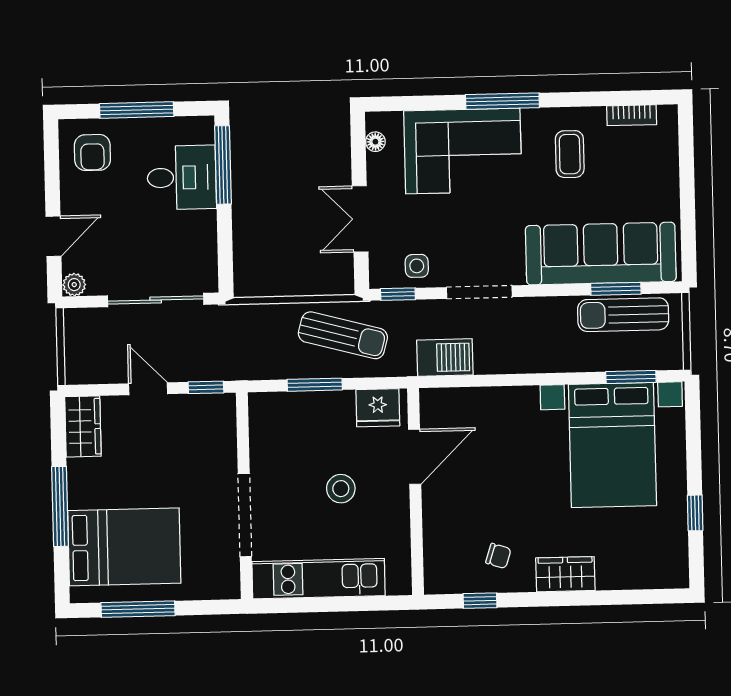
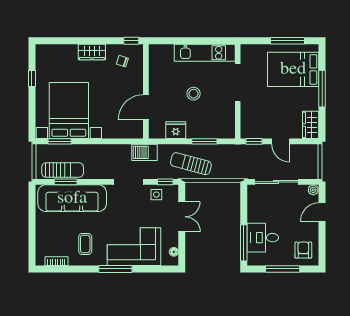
door: (415, 457) -> (146, 107), moved
wall: (415, 492) -> (146, 91), moved

